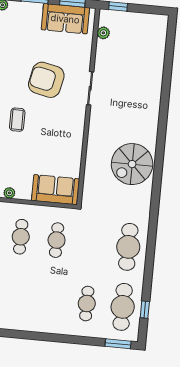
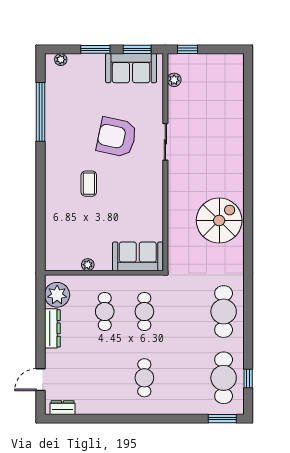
spiral stairs: (132, 164) -> (219, 220), turned 180
cafe table: (87, 304) -> (144, 378), moved

